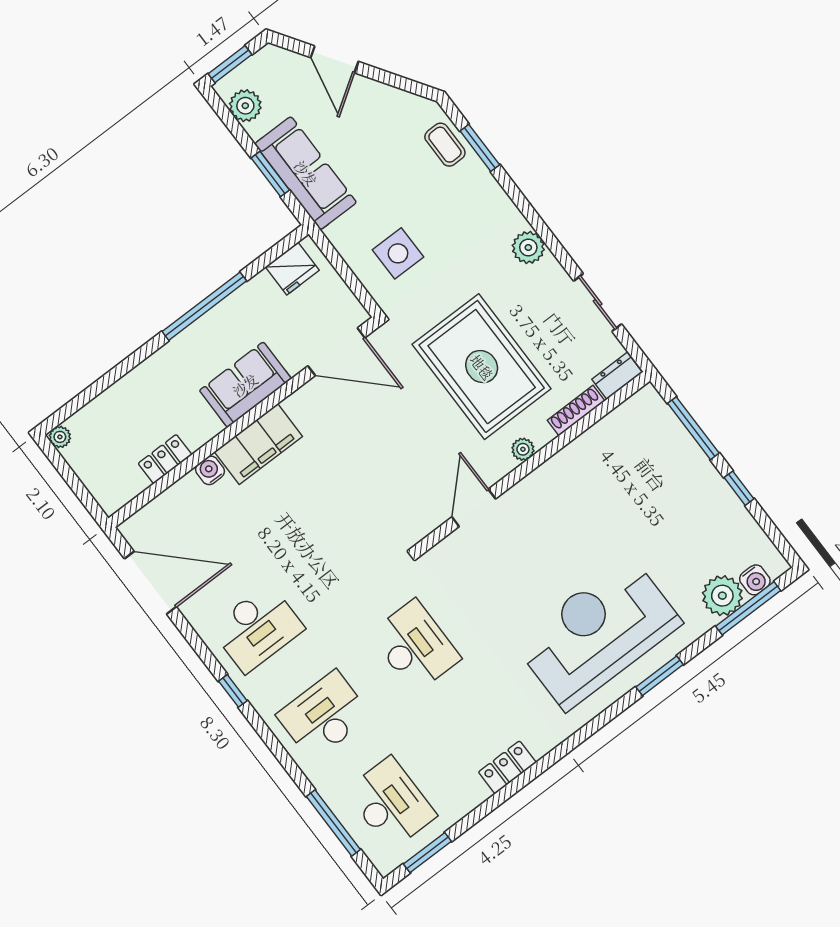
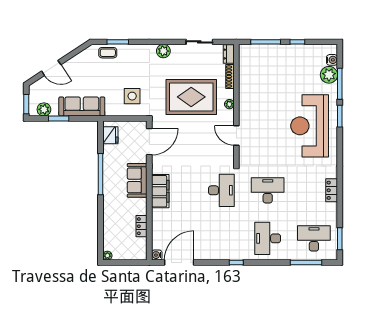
window: (270, 174) -> (59, 119), moved
water cooler: (210, 470) -> (157, 255), moved
window: (748, 608) -> (340, 84), moved
desk: (257, 628) -> (221, 190), moved

